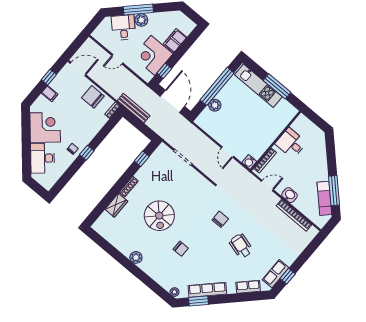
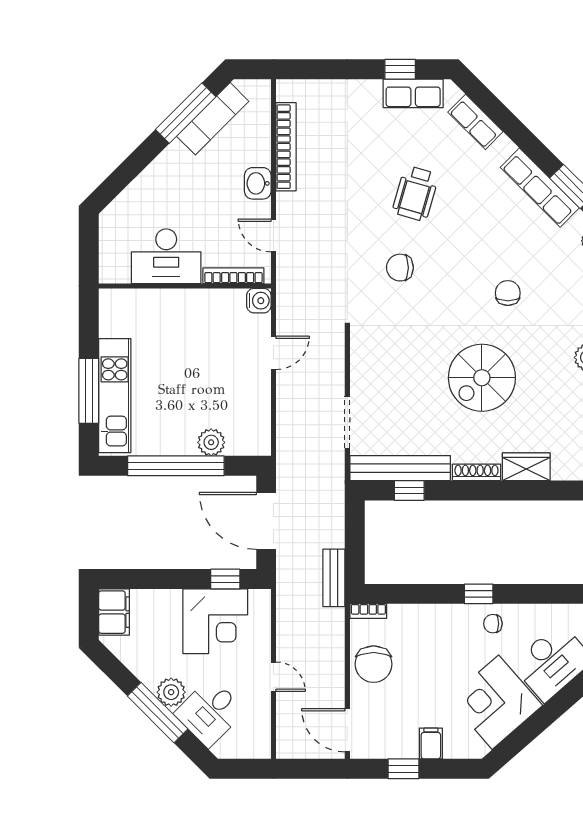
filing cabinet: (175, 41) -> (114, 612), moved, turned -90
window: (277, 86) -> (89, 391), moved
door: (172, 101) -> (266, 521), hinge flipped
bench: (134, 108) -> (334, 578), width x0.73
desk: (291, 143) -> (166, 256), width x1.37
bench: (152, 162) -> (400, 468), added
spiral stairs: (159, 216) -> (482, 378), turned 180

